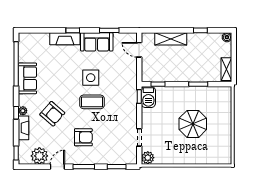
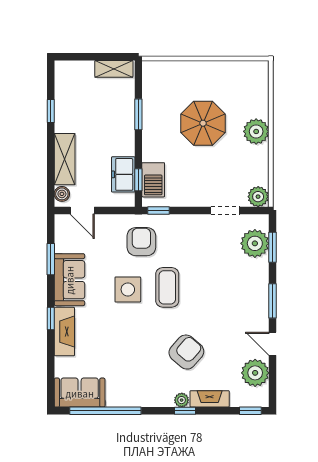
boiler: (227, 37) -> (62, 194), moved
door: (139, 50) -> (82, 210), hinge flipped
freezer: (161, 75) -> (123, 174), added
sofa: (27, 78) -> (80, 393), moved
barbecue: (148, 97) -> (153, 180), moved, turned 90
armchair: (83, 137) -> (141, 242), moved
plant: (119, 156) -> (255, 243), added
plant: (188, 157) -> (256, 131), added

